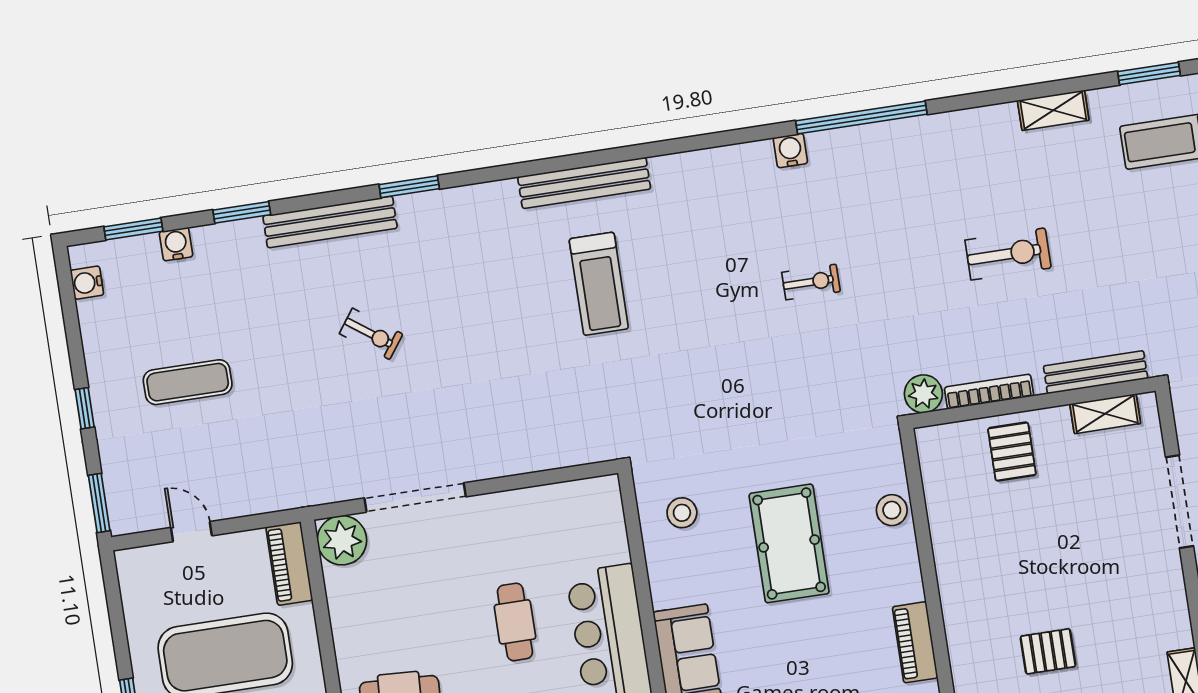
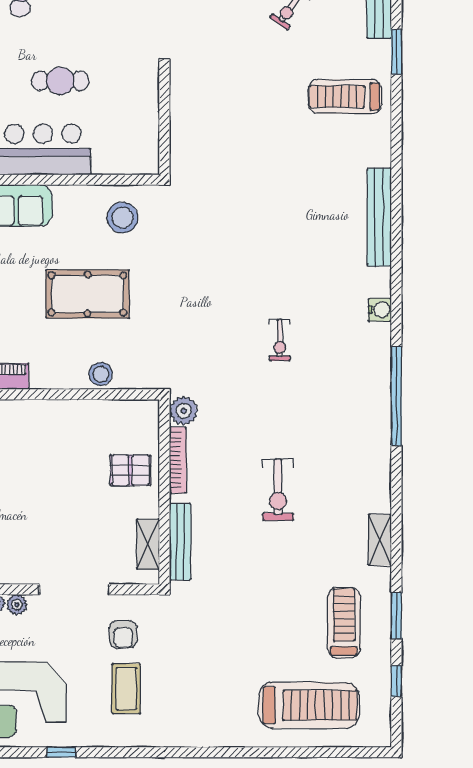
water cooler: (790, 151) -> (380, 310), moved
bench: (584, 183) -> (379, 217), moved
treadmill: (599, 284) -> (345, 96), moved
stool: (682, 513) -> (123, 218), width x1.38, depth x1.38

